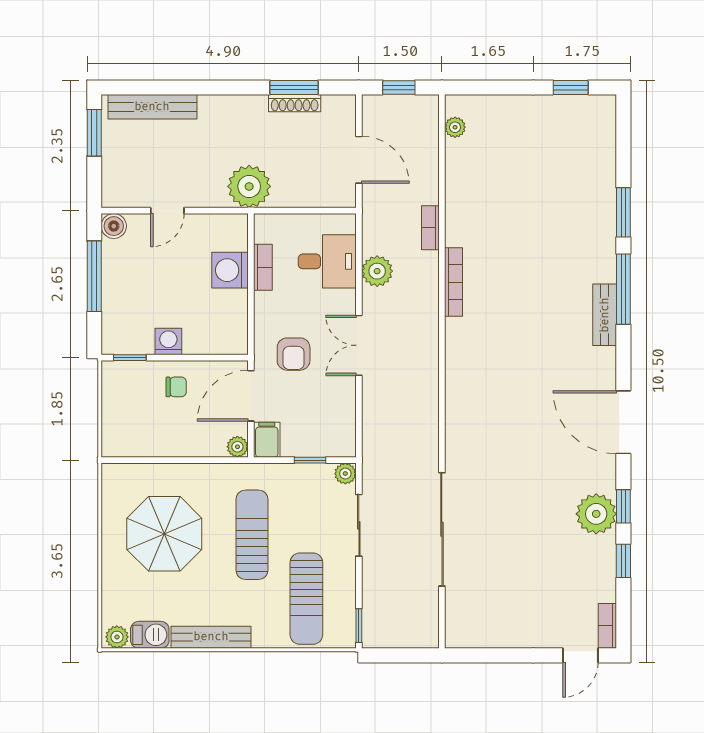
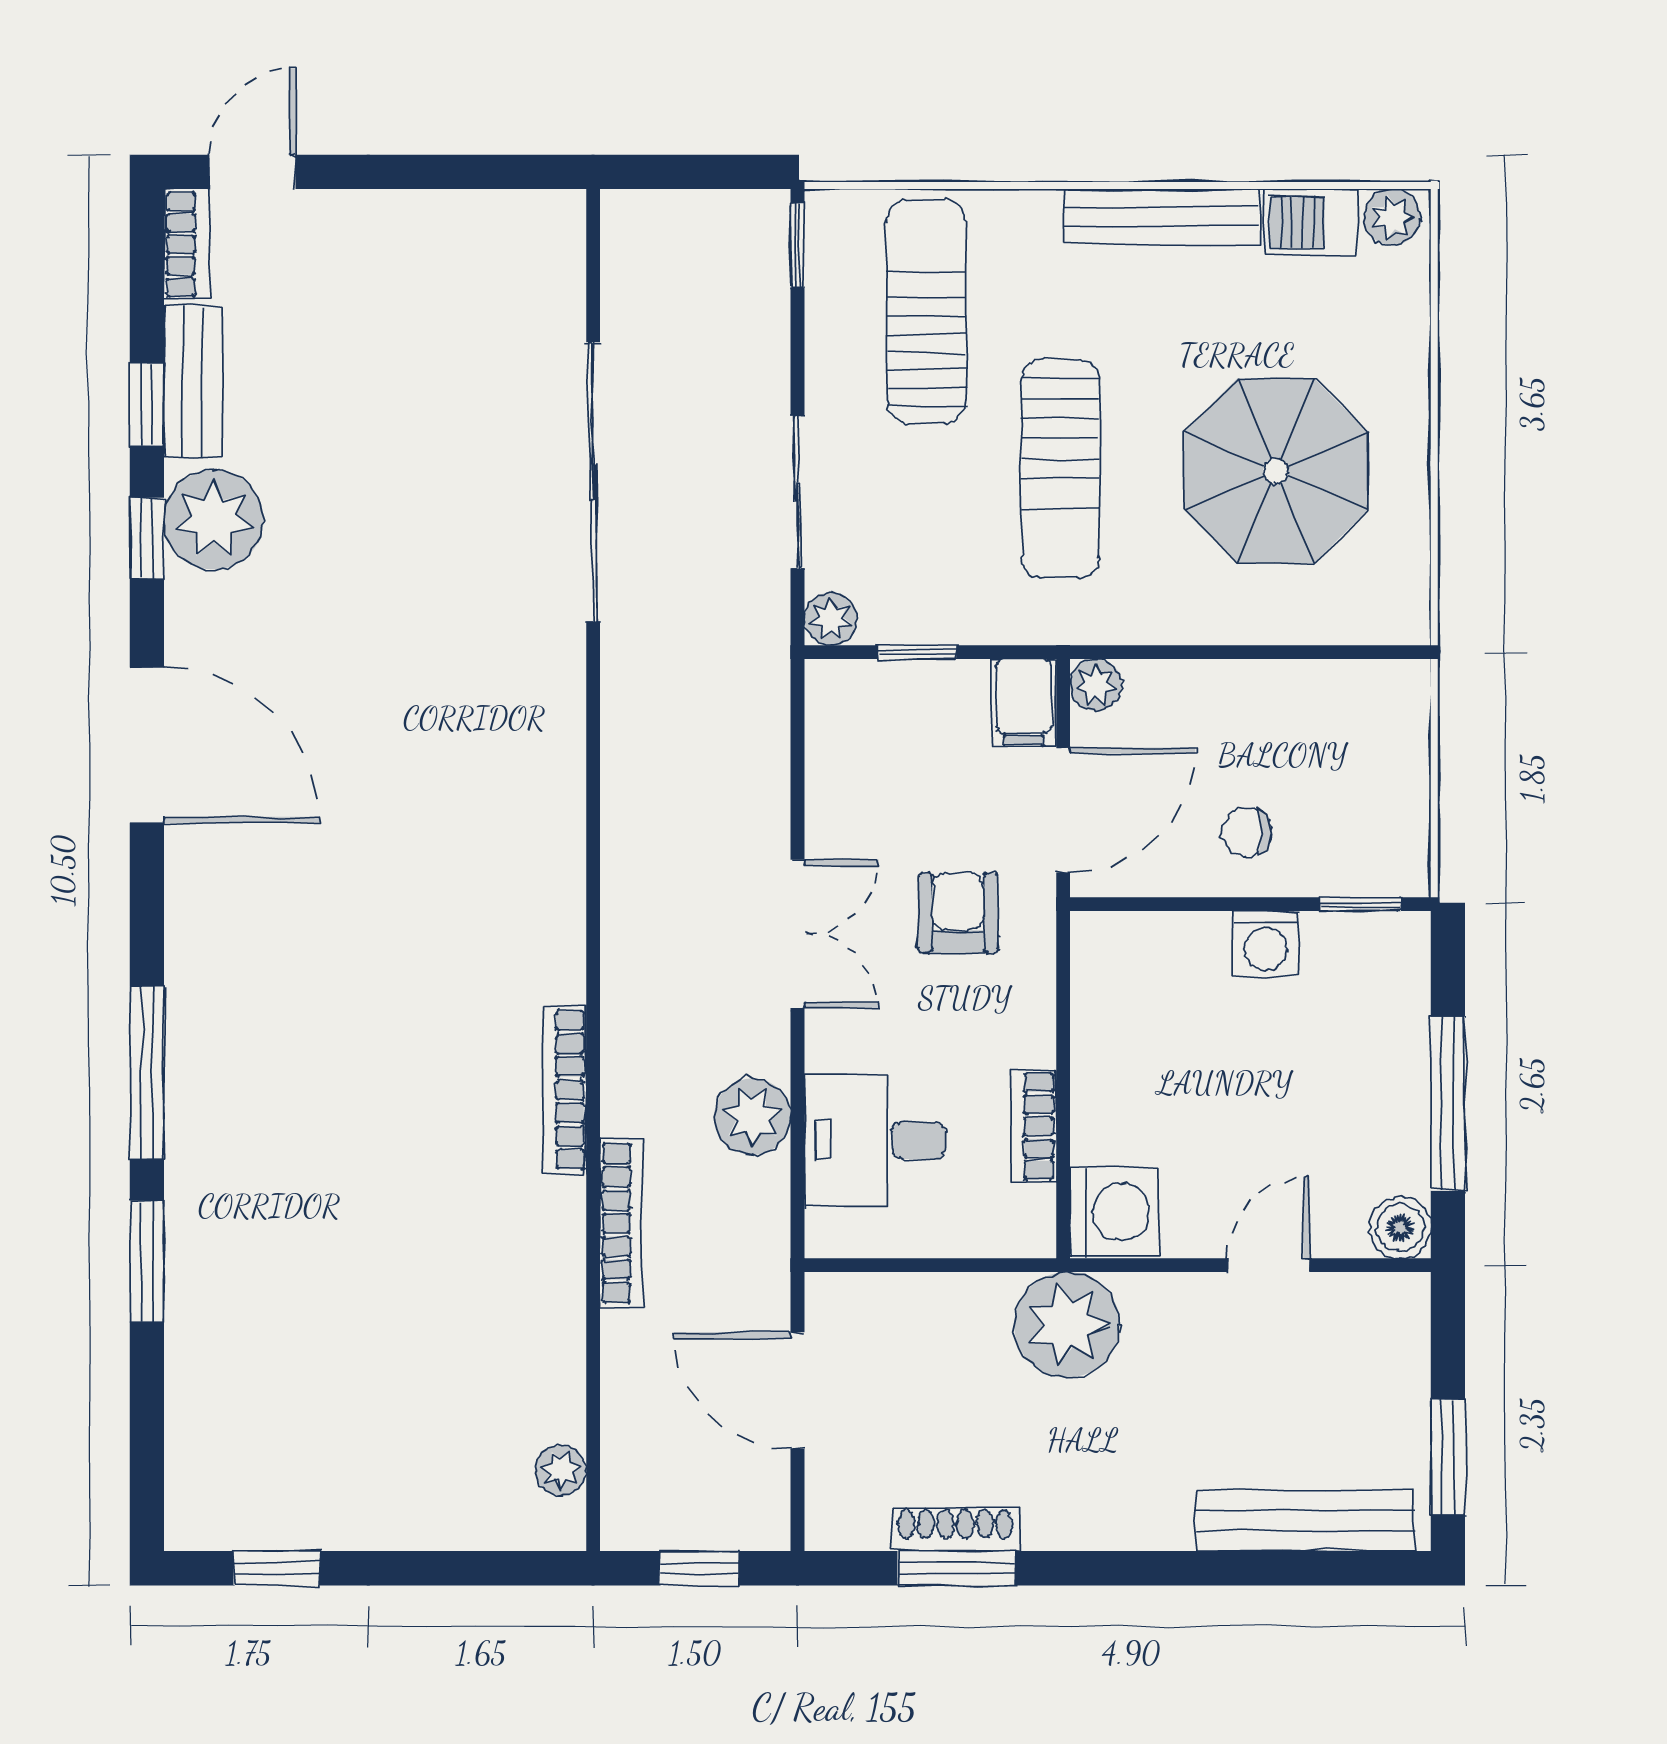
bookcase: (430, 228) -> (622, 1223), width x1.56
washing machine: (230, 270) -> (1114, 1212), moved
bench: (605, 315) -> (193, 381), moved

